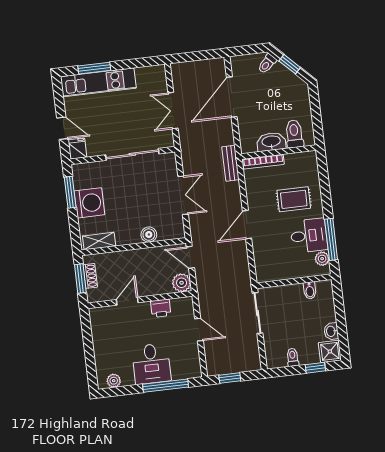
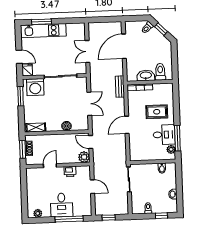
washing machine: (89, 203) -> (35, 87), moved, turned 90
shower: (330, 351) -> (171, 206), removed

